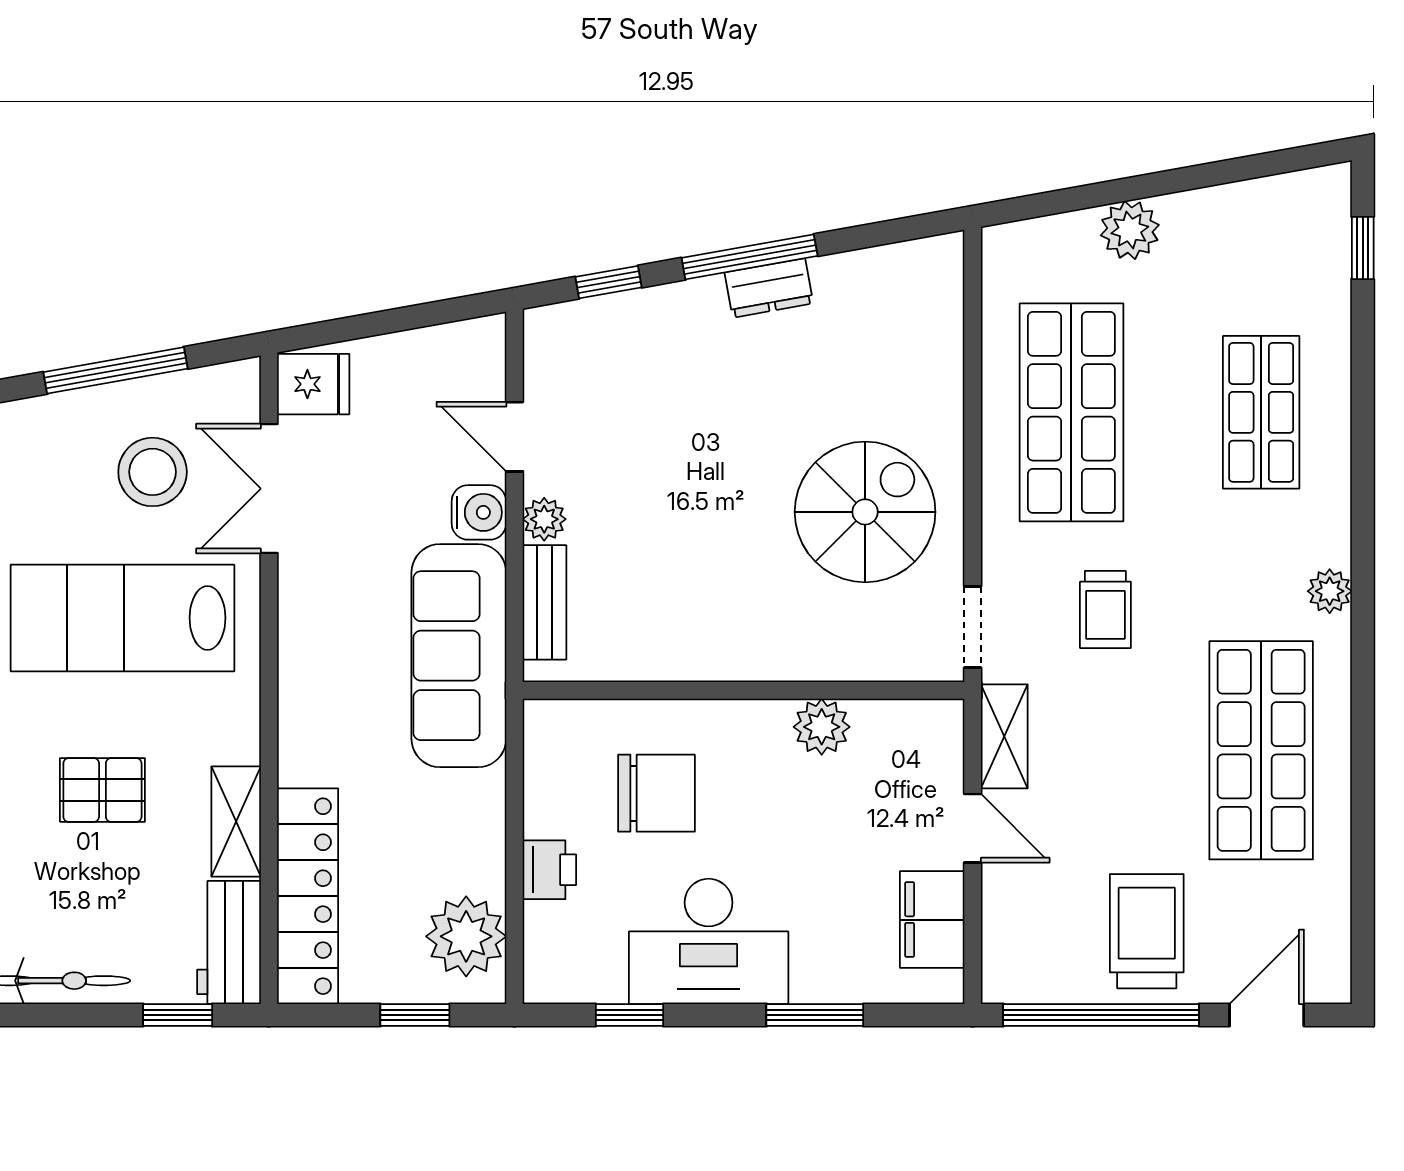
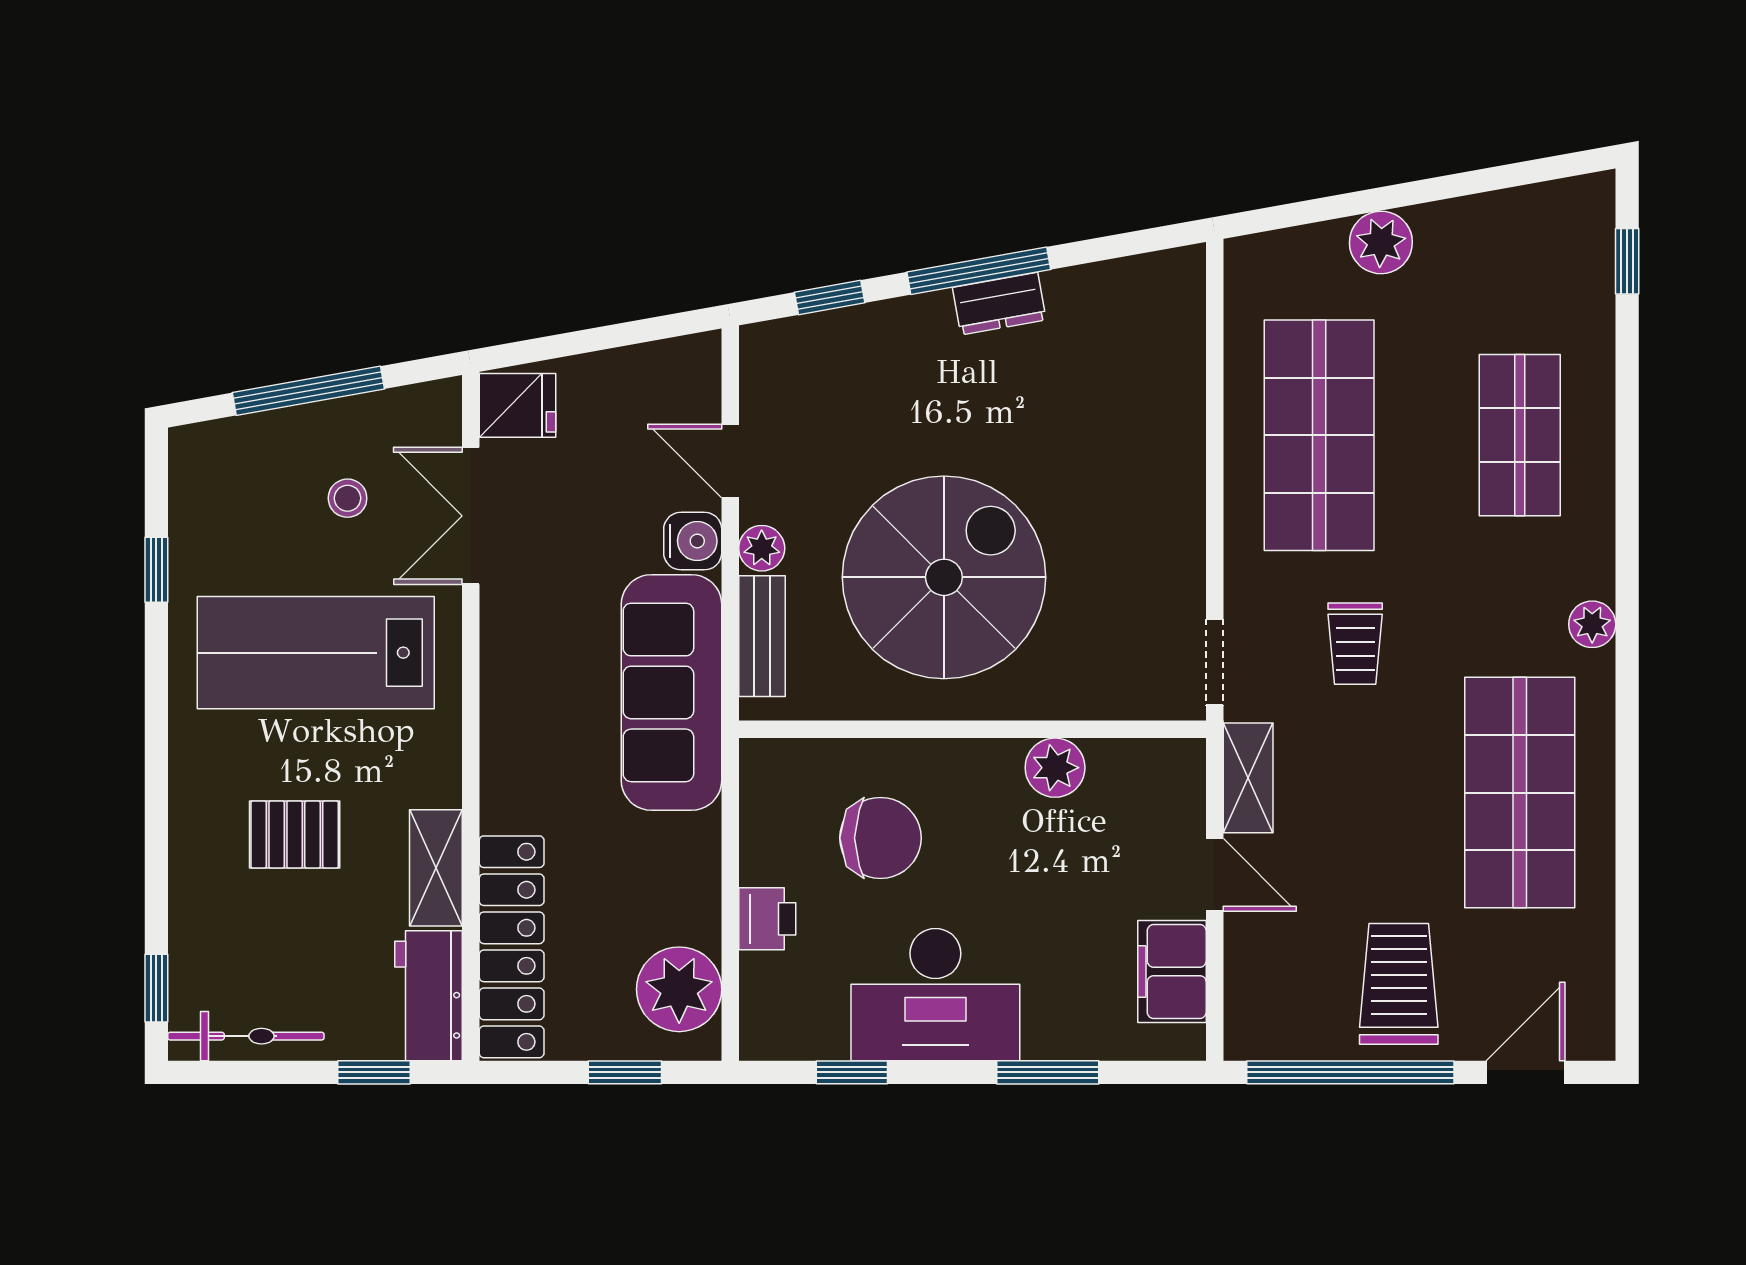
stool: (153, 472) -> (348, 498), width x0.53, depth x0.53
spiral stairs: (865, 512) -> (944, 577), moved, width x1.37, depth x1.37

